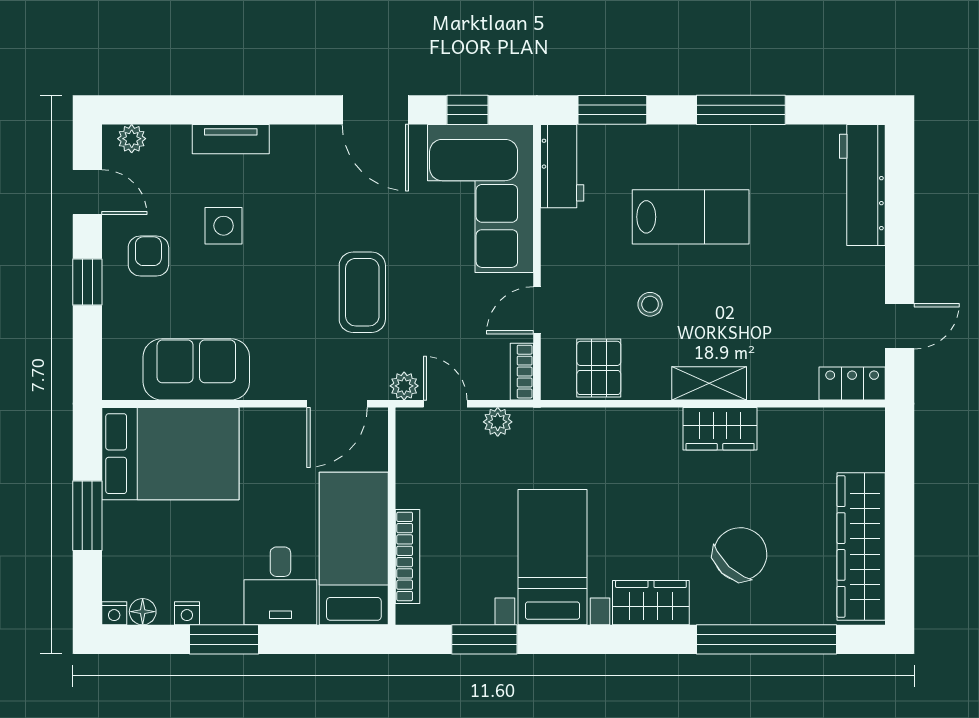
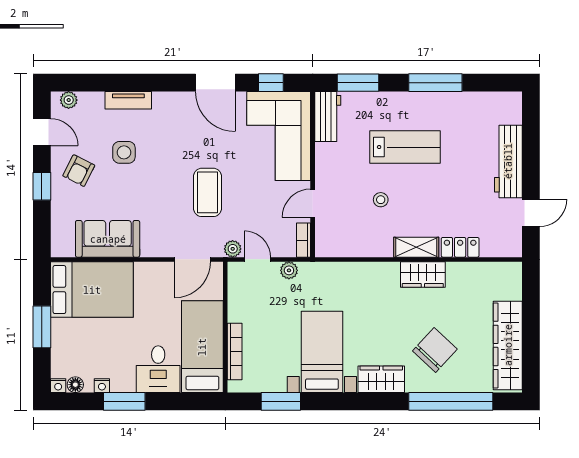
workbench: (862, 185) -> (508, 161), moved
armchair: (148, 256) -> (79, 171), turned -153
pallet: (599, 368) -> (350, 238), removed
locker: (852, 383) -> (460, 247), moved

